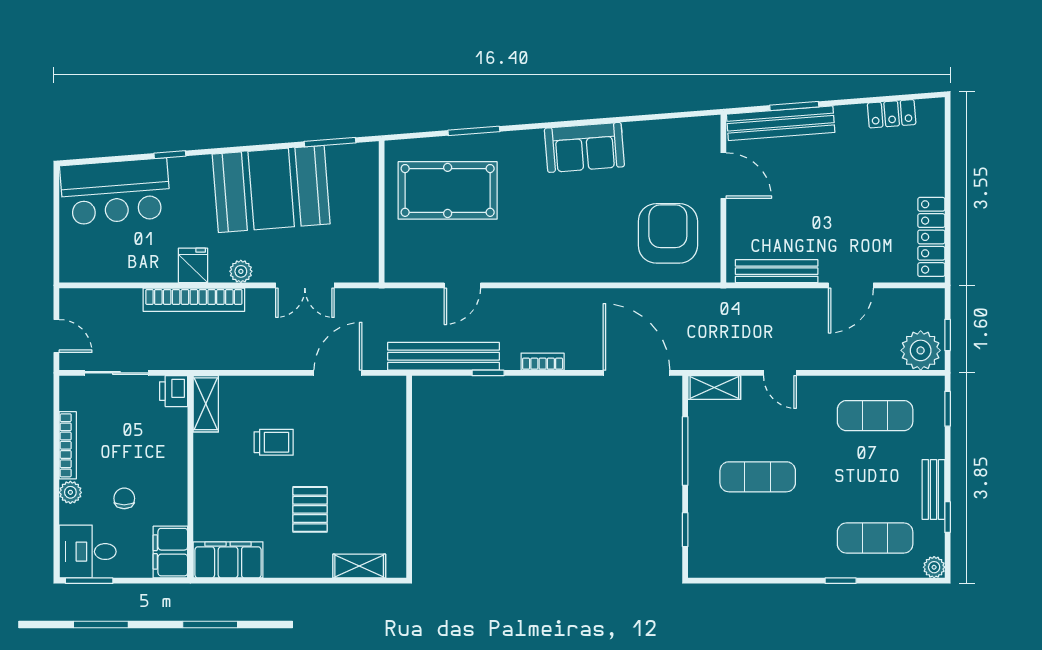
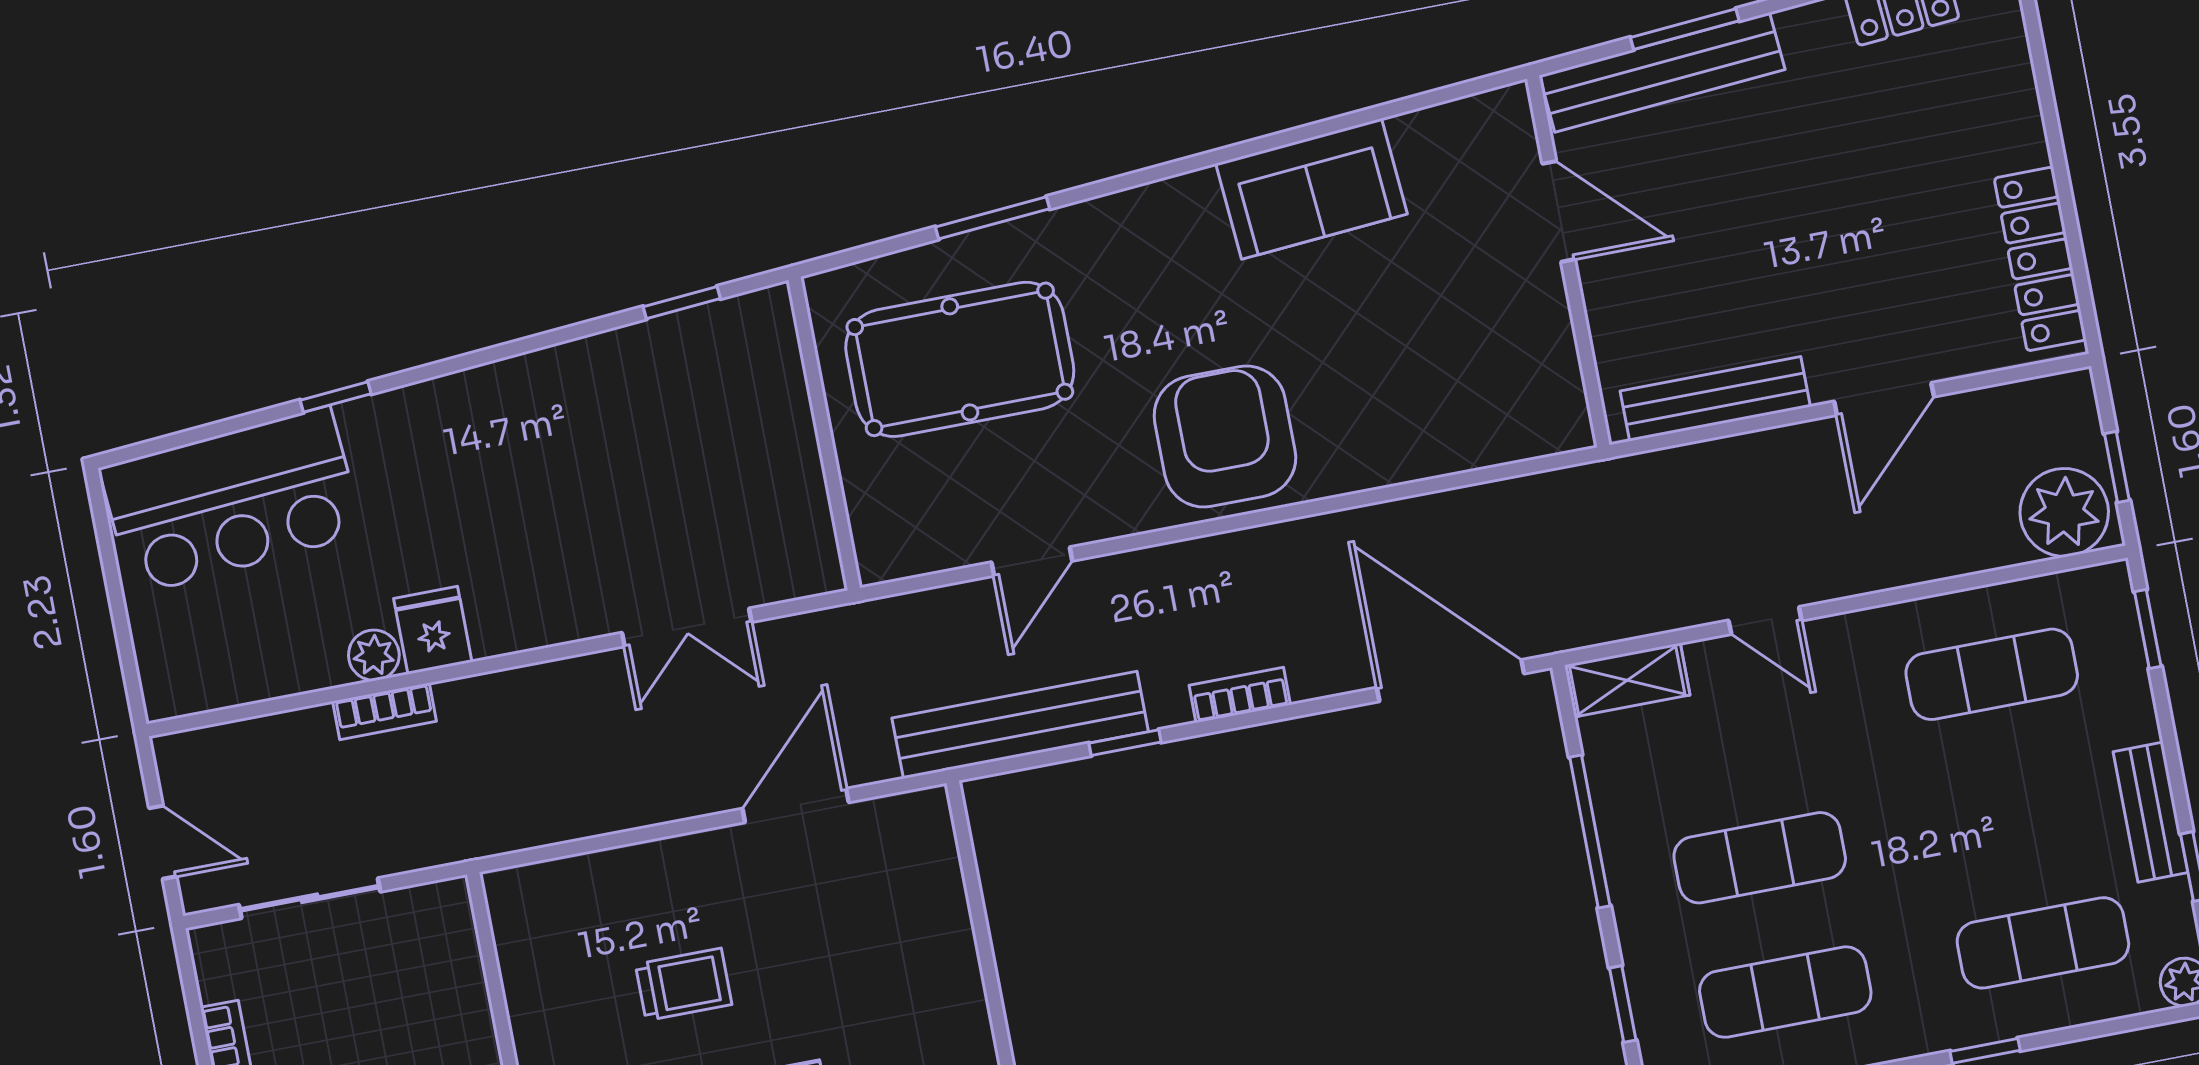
window: (330, 142) -> (682, 303), width x0.67
sofa: (584, 147) -> (1312, 189), moved
booth: (271, 189) -> (572, 430), removed
armchair: (668, 233) -> (1225, 436), moved
plant: (241, 271) -> (374, 655), moved
bookcase: (194, 300) -> (385, 711), width x0.43, depth x0.76
printer: (174, 391) -> (443, 914), removed
shelving: (206, 404) -> (519, 929), removed
exercise mat: (758, 538) -> (1785, 992), added

